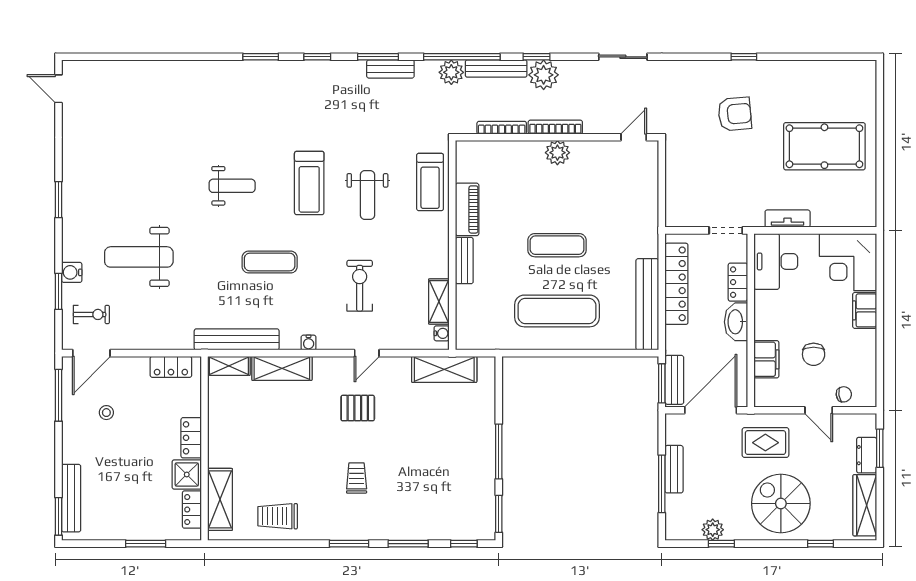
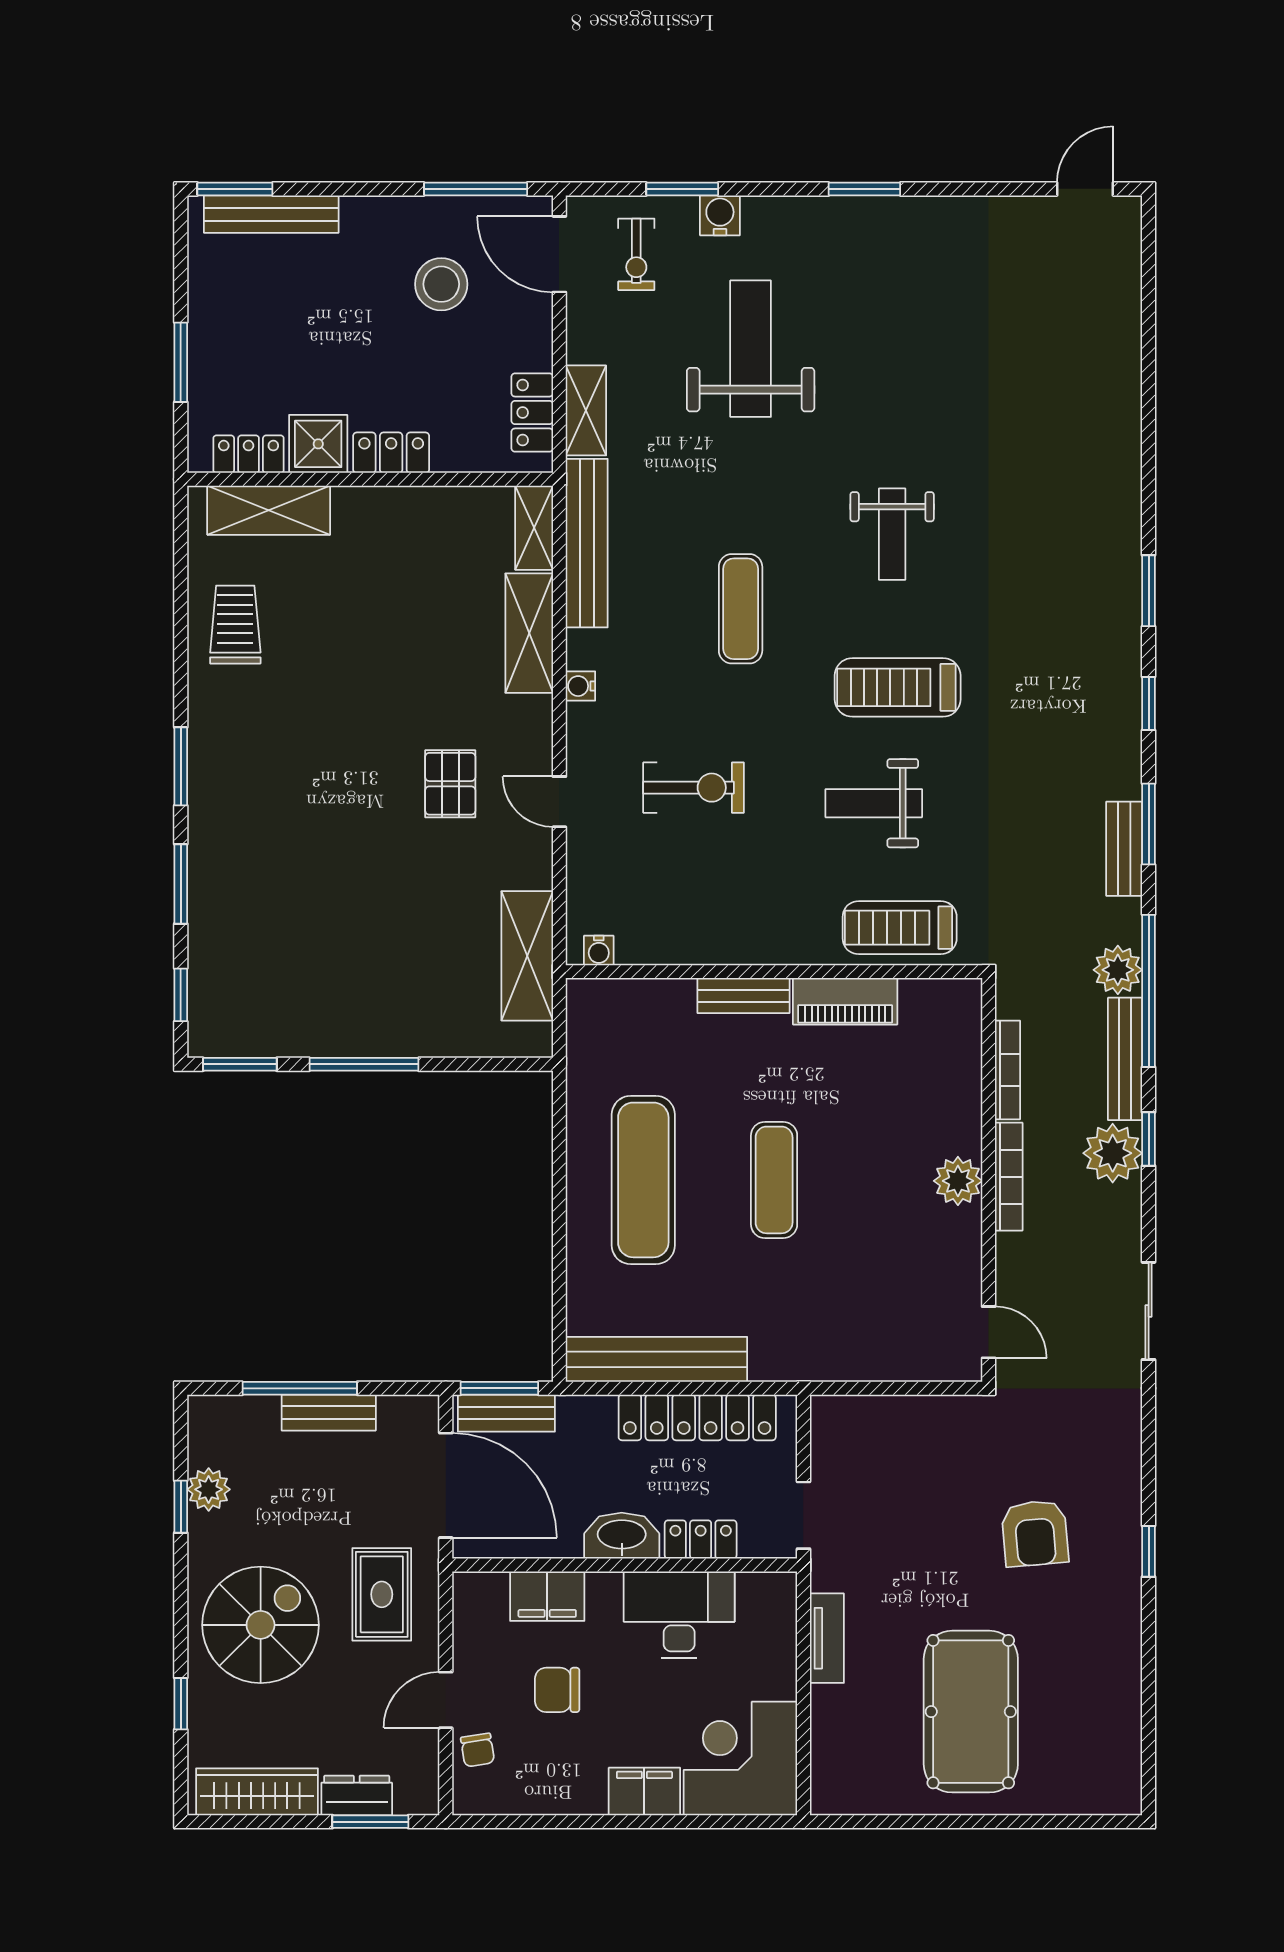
desk: (776, 261) -> (679, 1615), moved
shelving: (439, 302) -> (586, 410), moved, turned 90
stool: (106, 413) -> (441, 284), width x1.89, depth x1.89
trolley: (357, 478) -> (311, 781), removed

